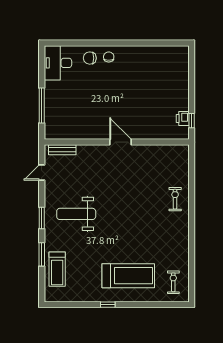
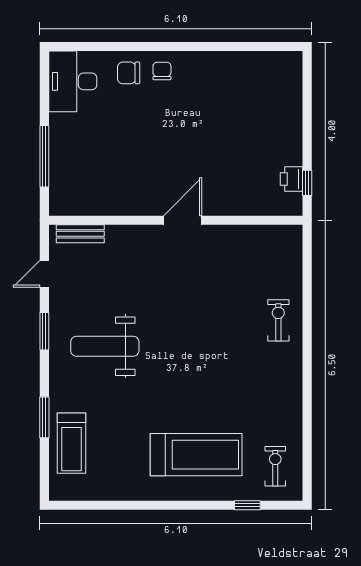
door: (120, 142) -> (183, 220), hinge flipped
window: (42, 218) -> (44, 331), moved
window: (108, 305) -> (247, 505), moved

